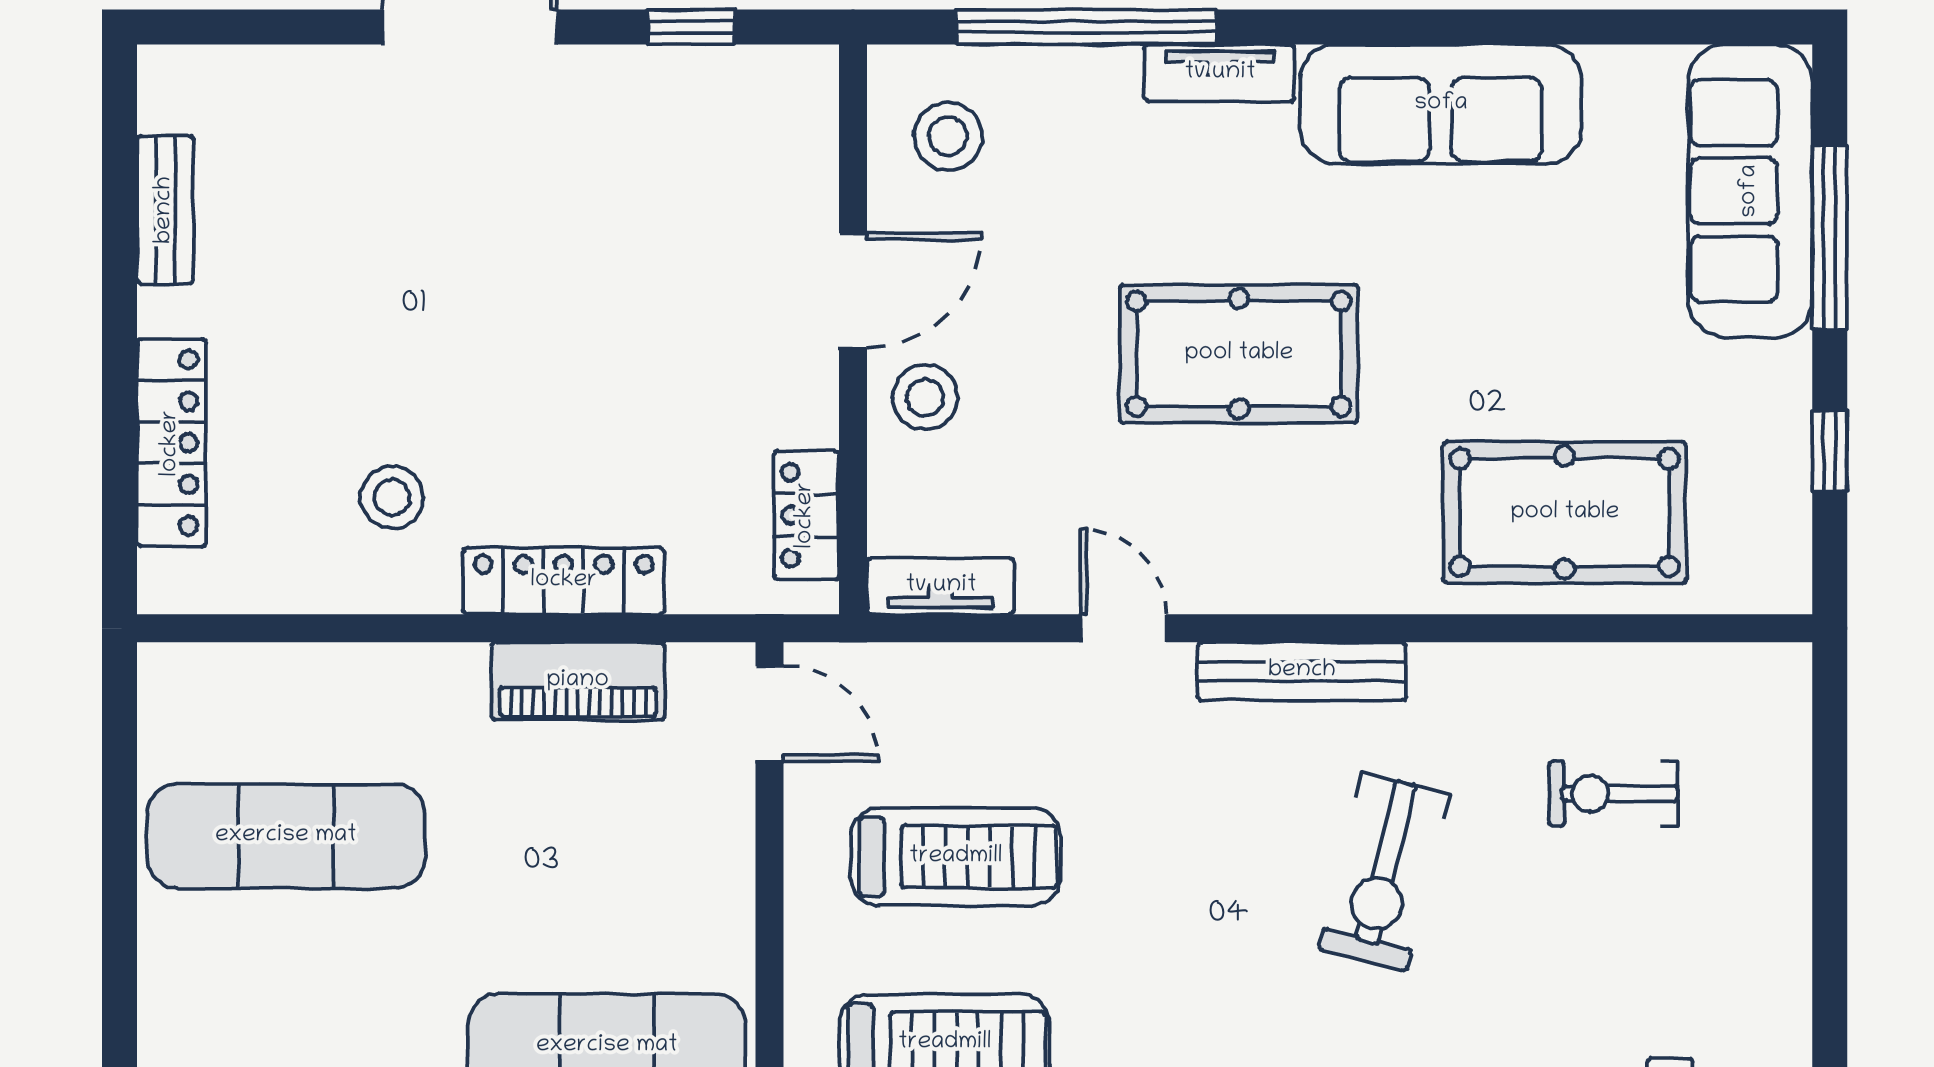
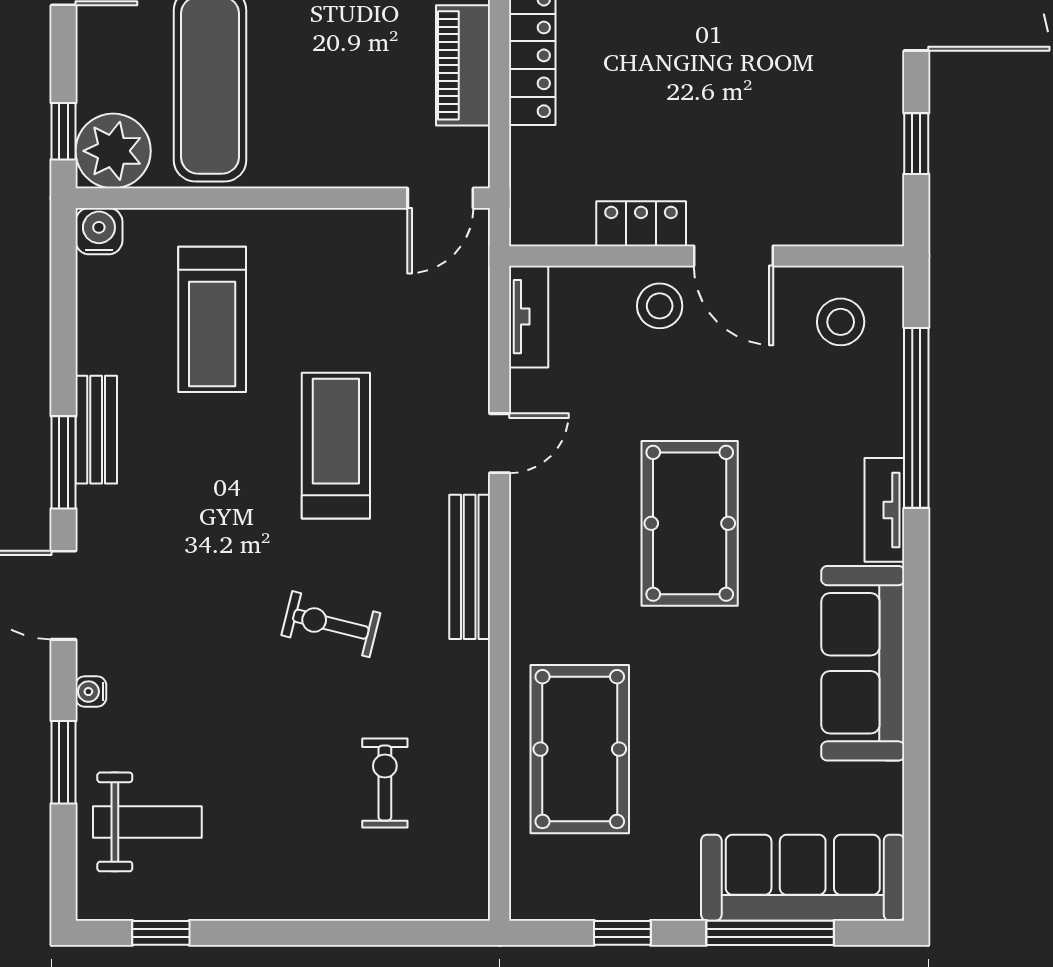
locker: (806, 515) -> (641, 224), moved
treadmill: (956, 857) -> (336, 446), moved, turned 180
exercise bike: (1384, 872) -> (331, 624), width x0.73, depth x0.72

